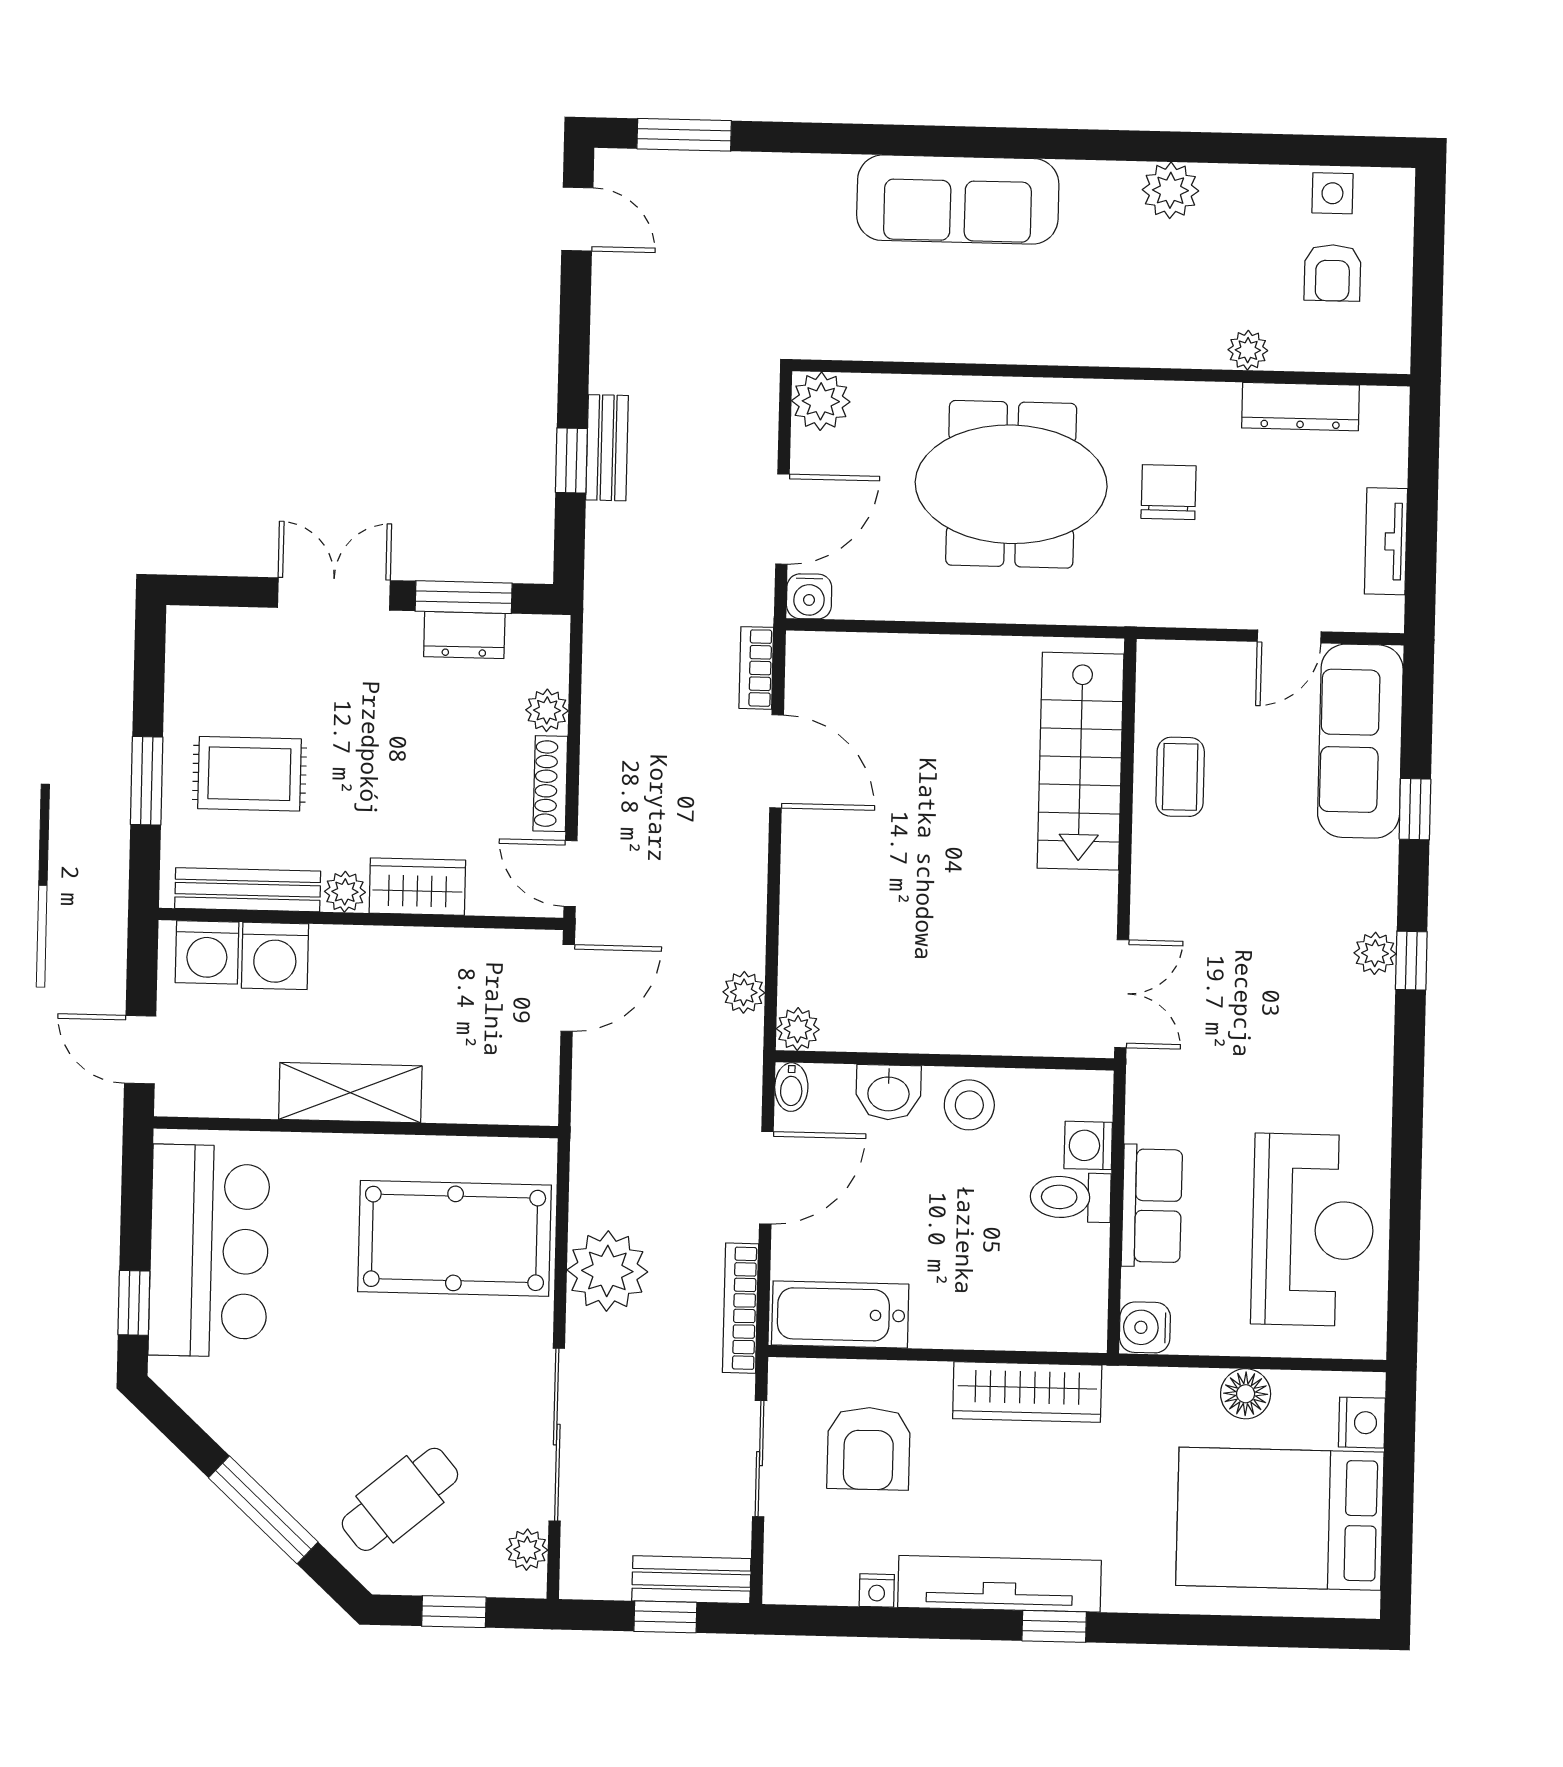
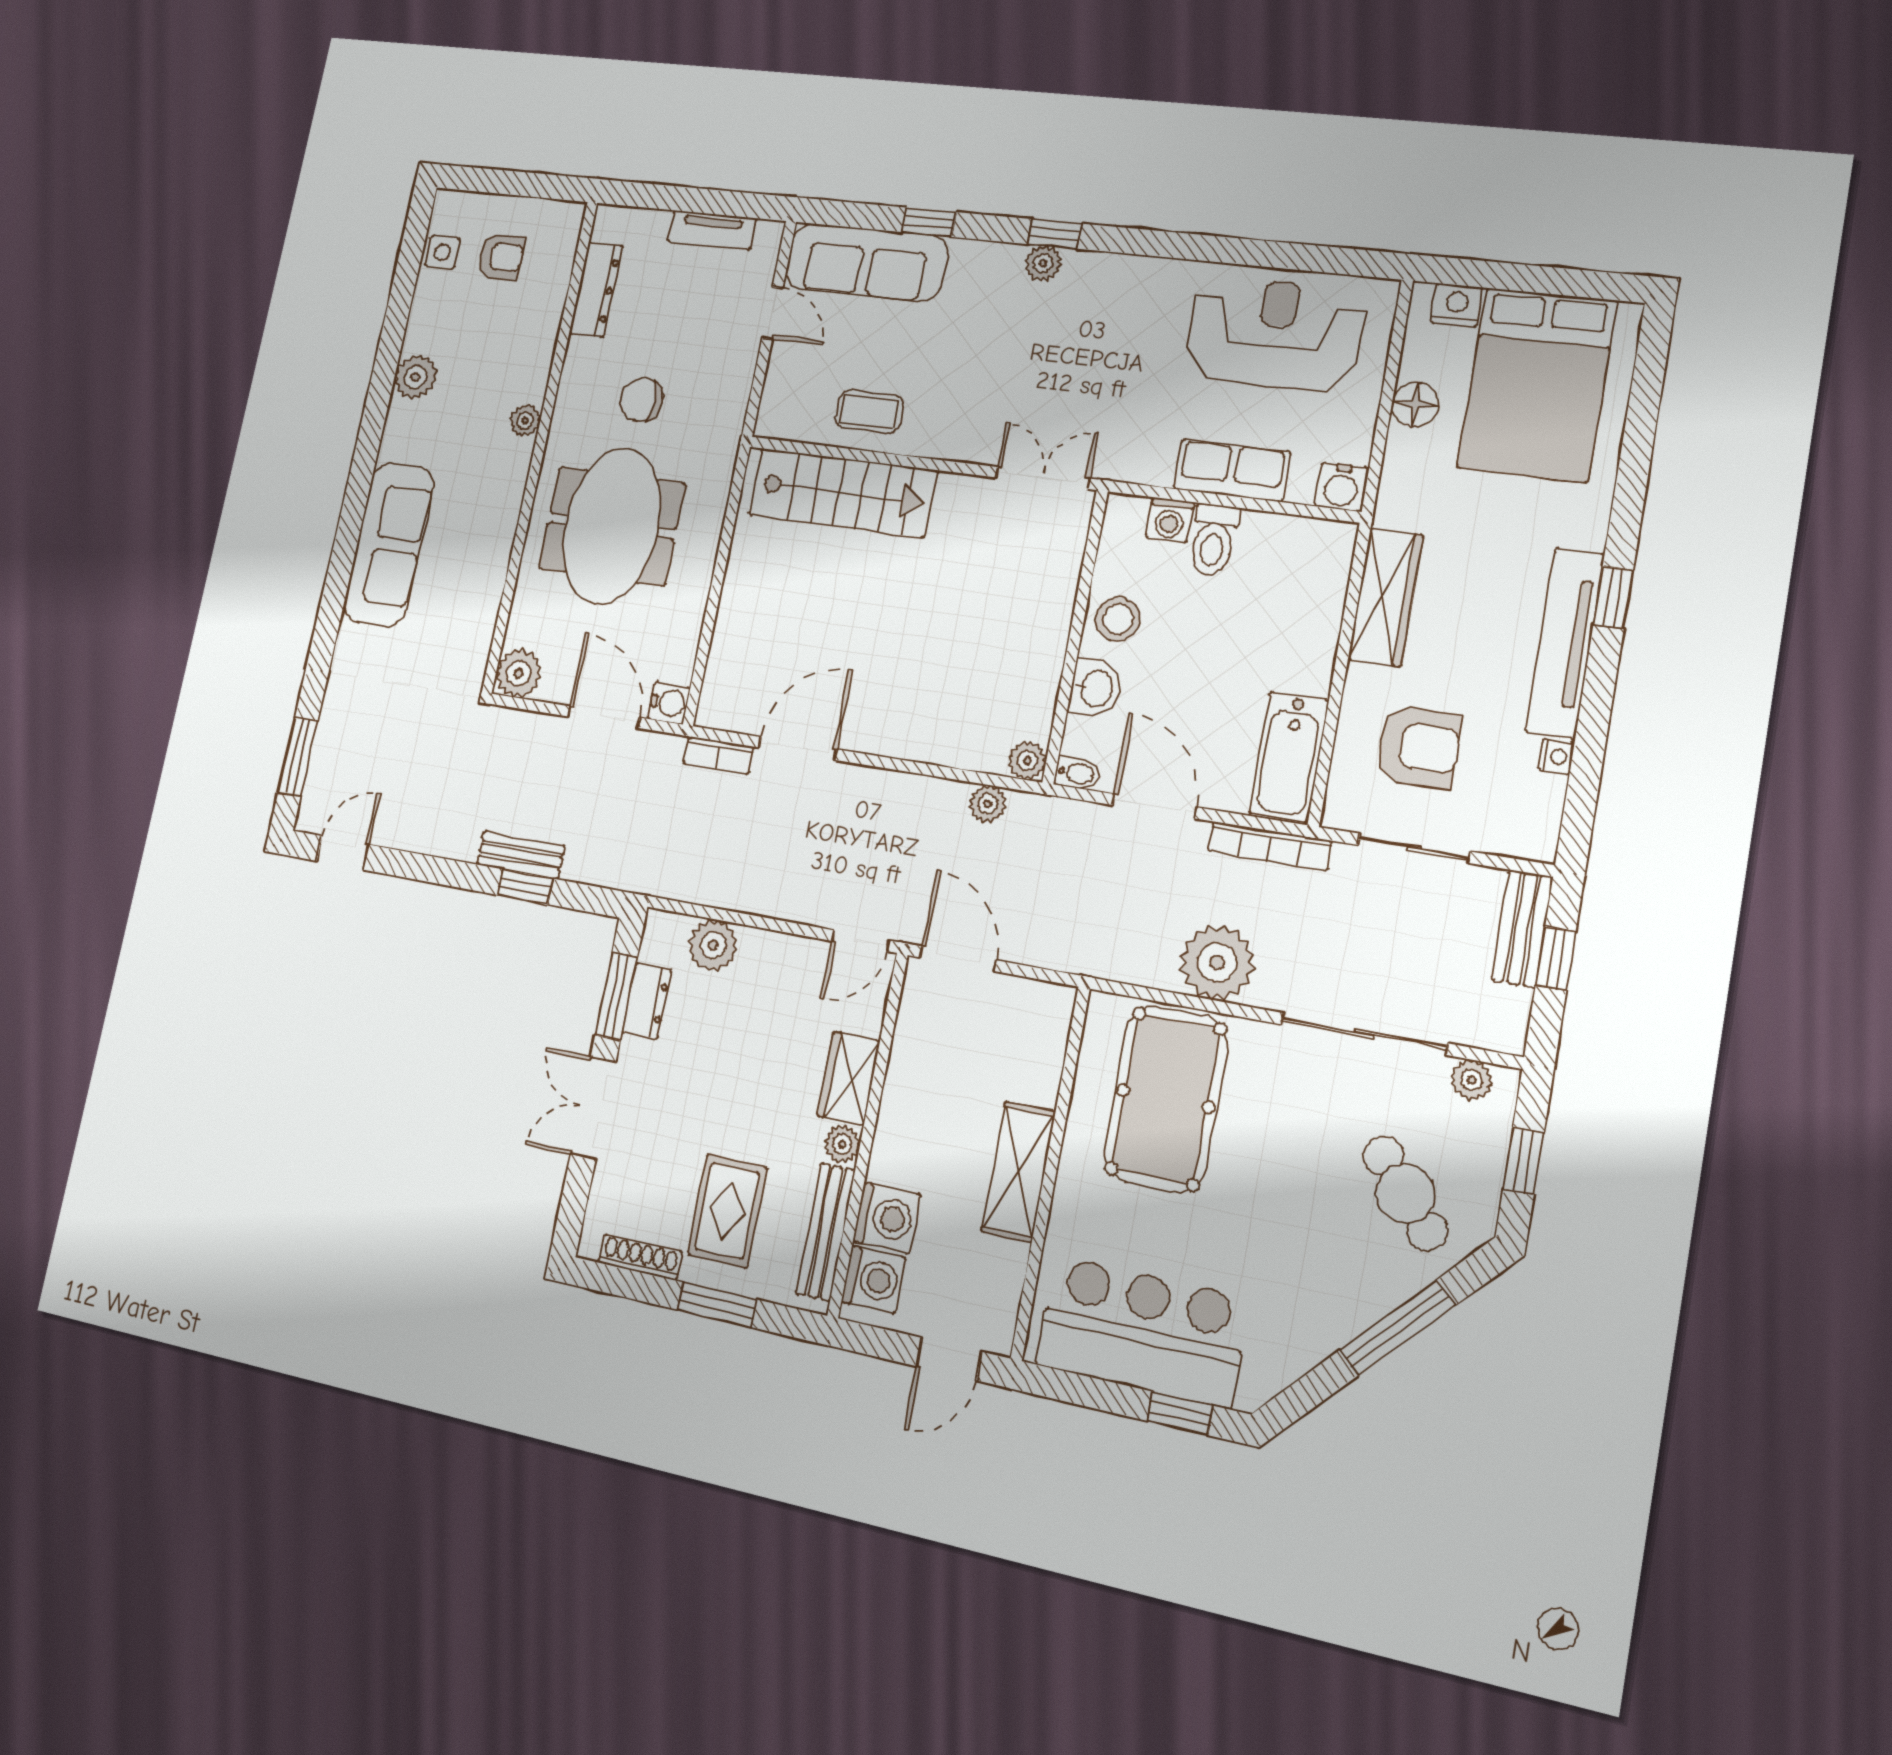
plant: (1248, 350) -> (525, 421), moved
plant: (547, 710) -> (713, 945), width x1.38, depth x1.38
shoe rack: (550, 784) -> (640, 1257), moved, turned 180

